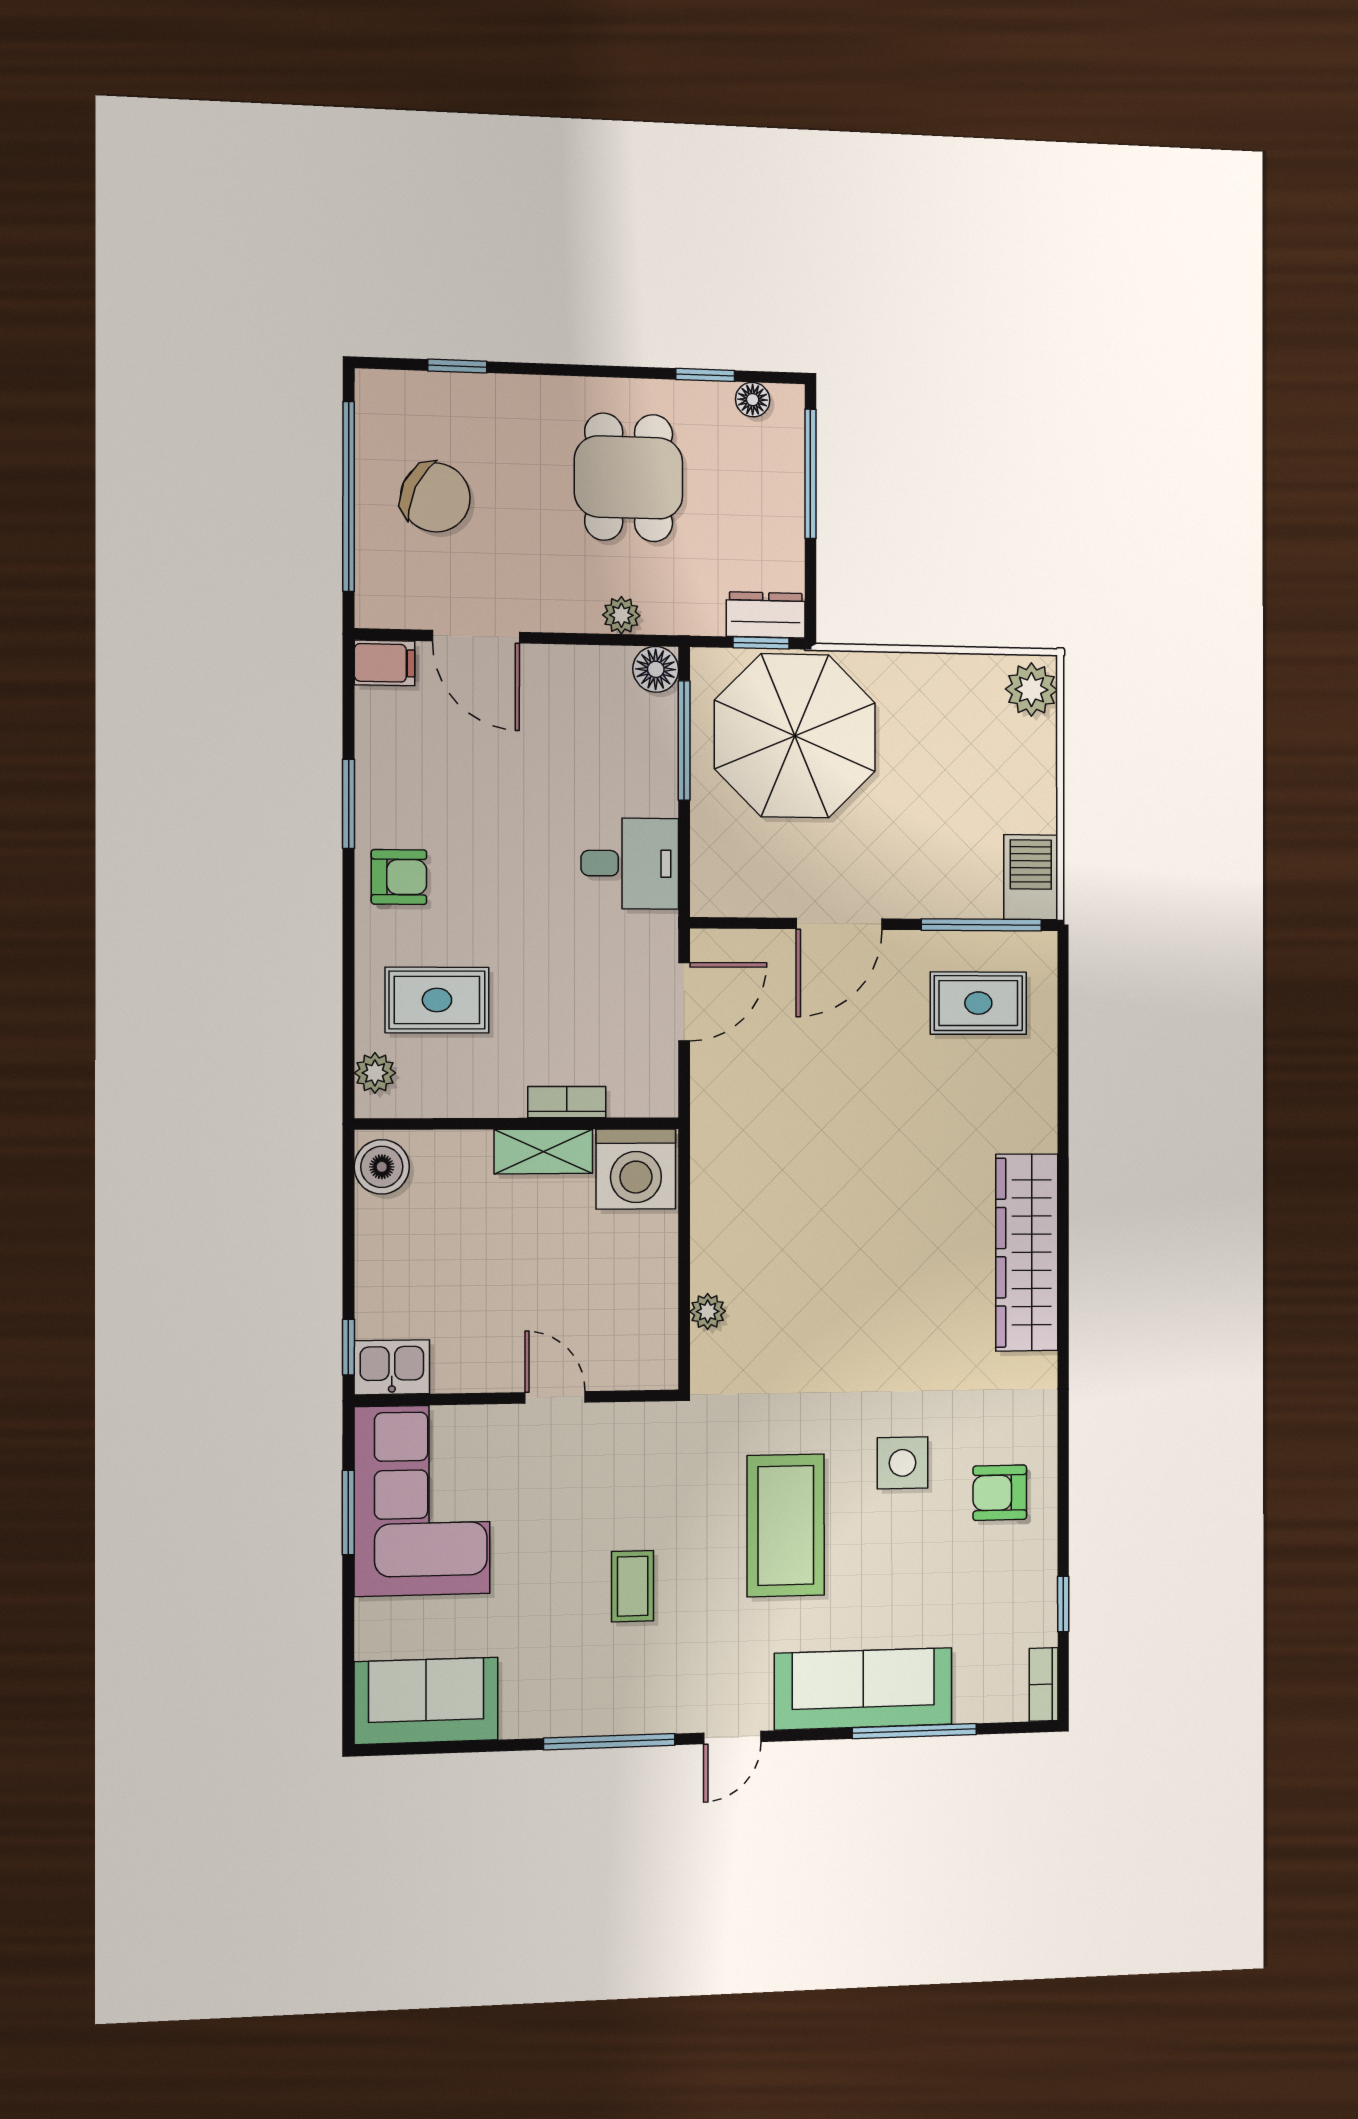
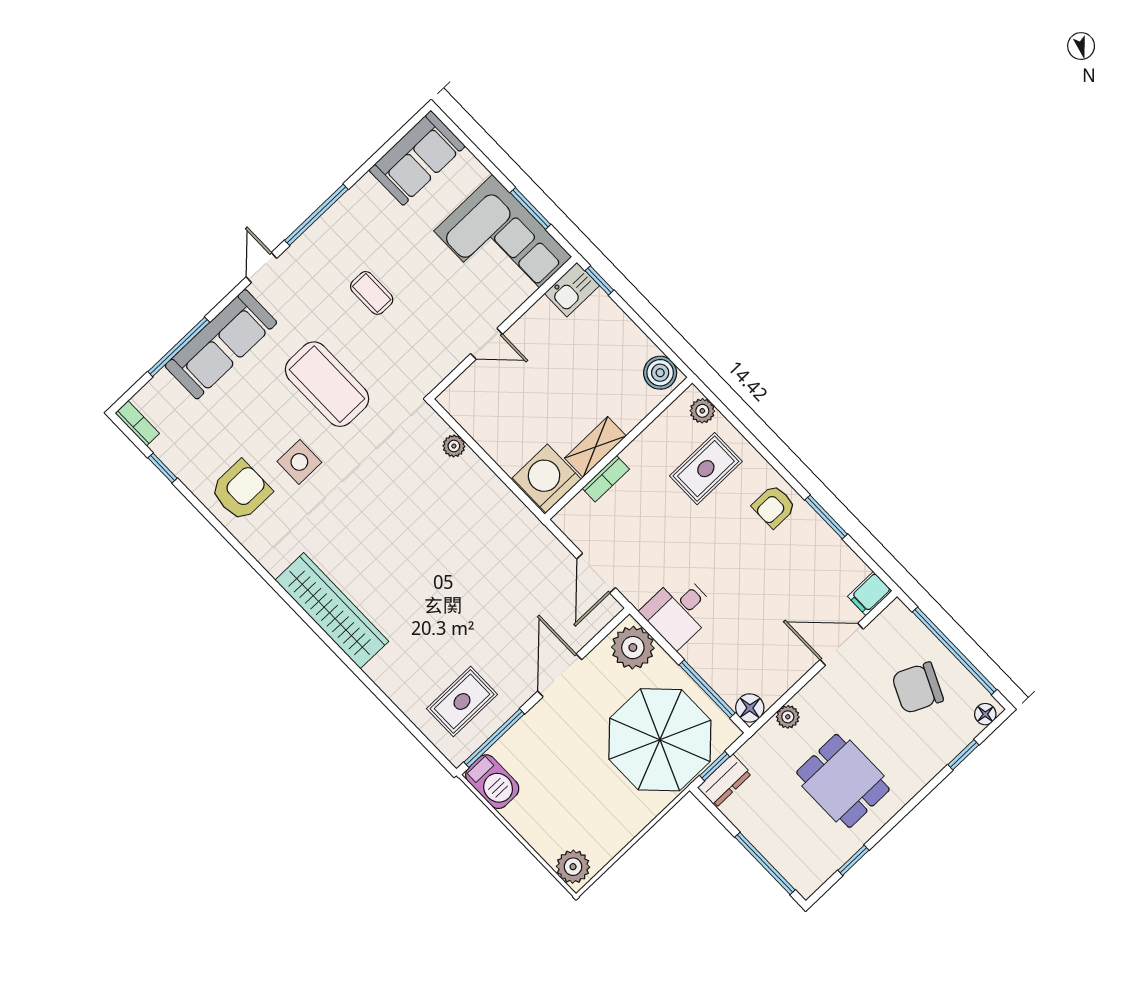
floor lamp: (753, 400) -> (985, 714), moved
plant: (724, 873) -> (633, 648), added
armchair: (1000, 1493) -> (241, 491), width x1.38, depth x1.38

